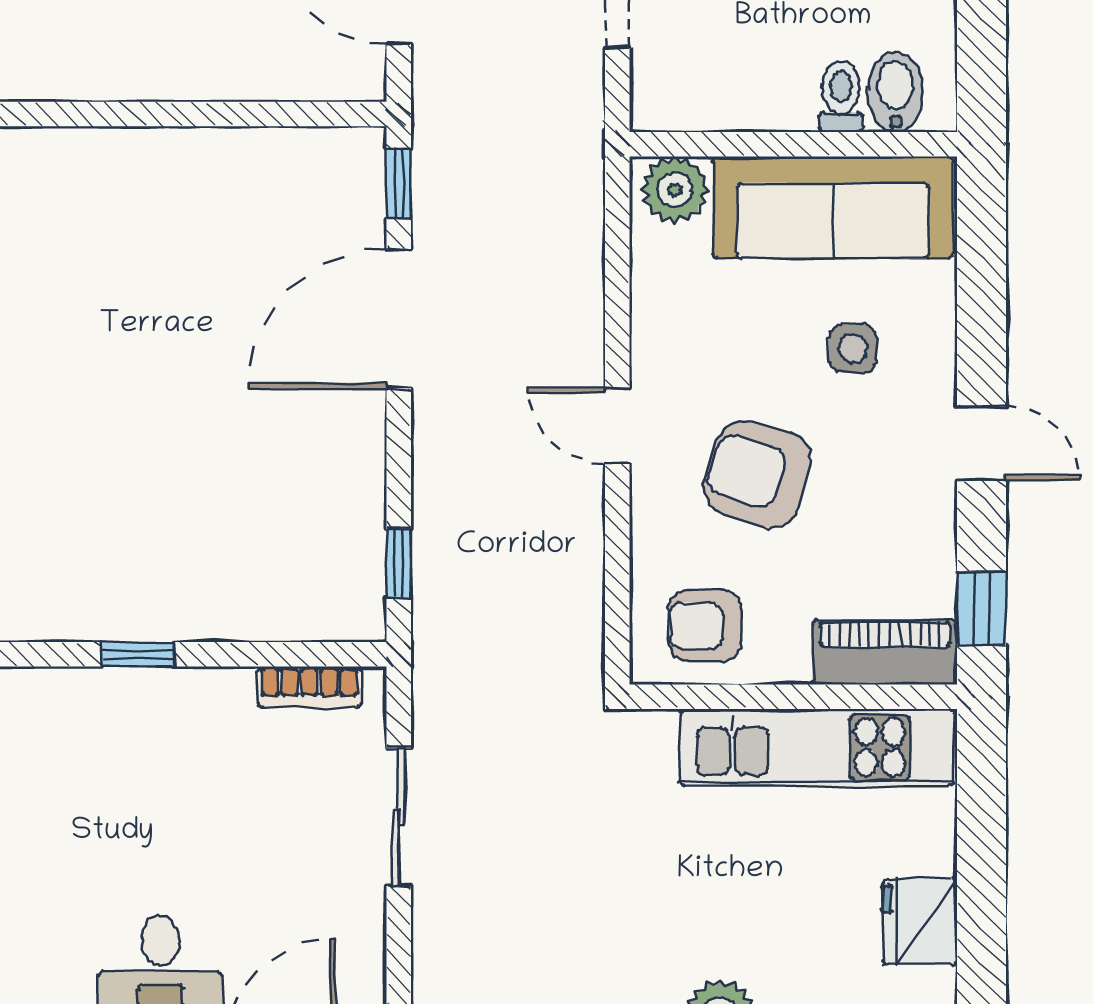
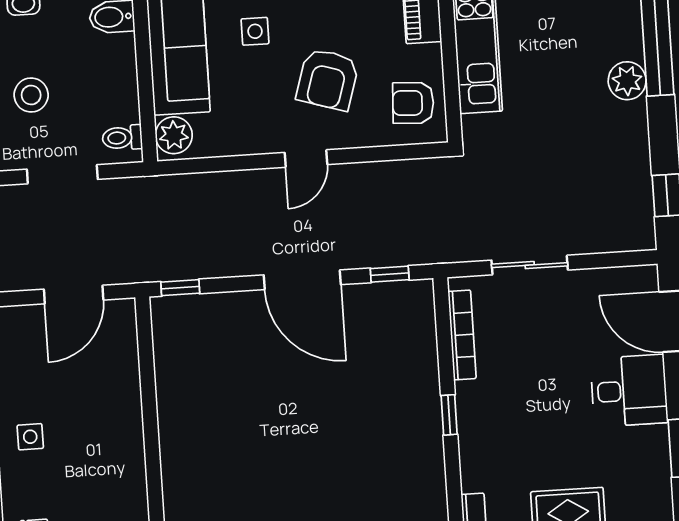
toilet: (841, 97) -> (122, 138), moved
door: (399, 319) -> (302, 280), moved
armchair: (705, 626) -> (413, 103), turned 93
bookcase: (309, 687) -> (462, 335), width x1.56

